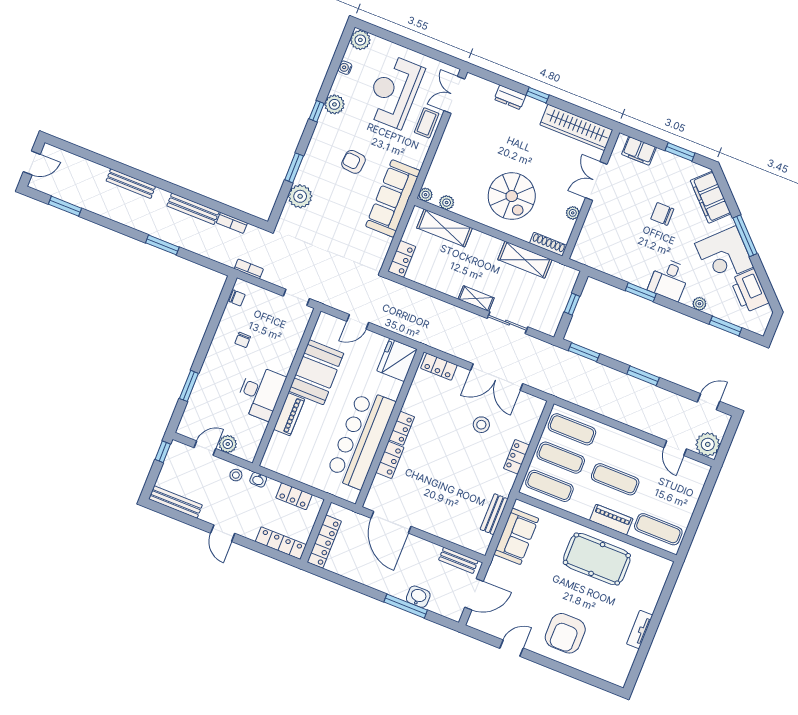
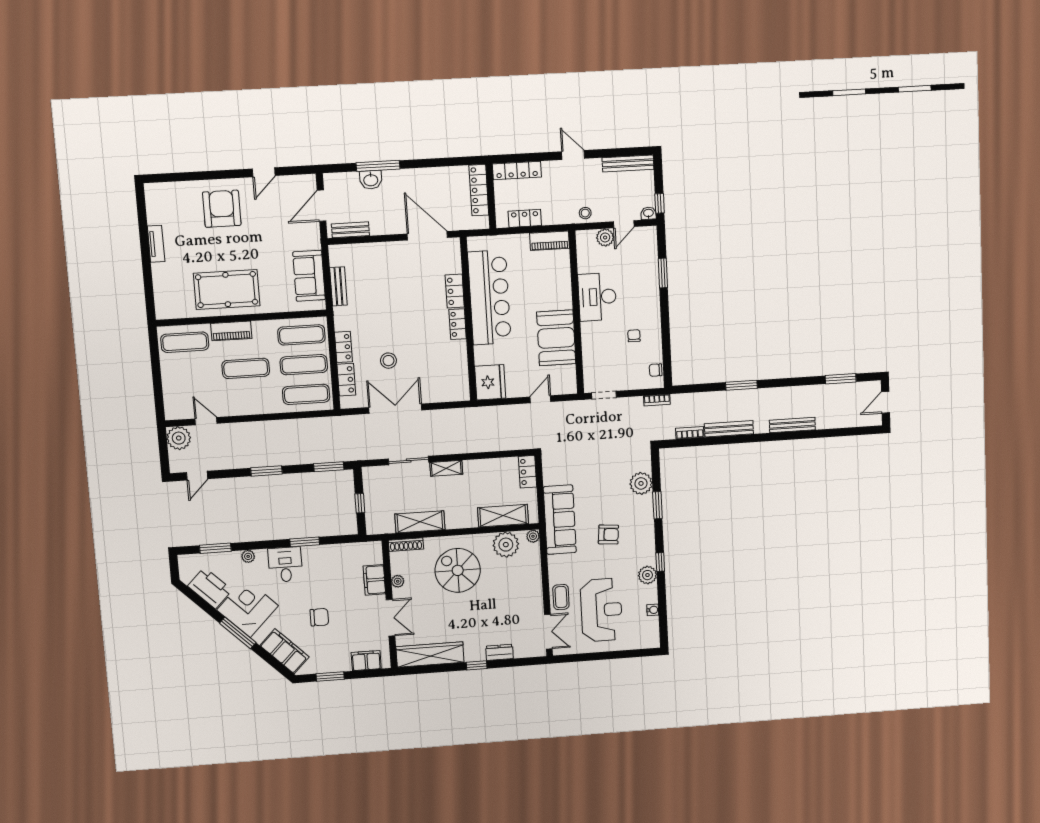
plant: (360, 40) -> (650, 639), removed
plant: (447, 203) -> (506, 545), width x1.87, depth x1.87
filing cabinet: (594, 225) -> (374, 580), added
locker: (439, 367) -> (346, 380), moved, turned 90
piano: (289, 414) -> (550, 241), moved, turned -90
washbasin: (258, 480) -> (648, 213), moved

